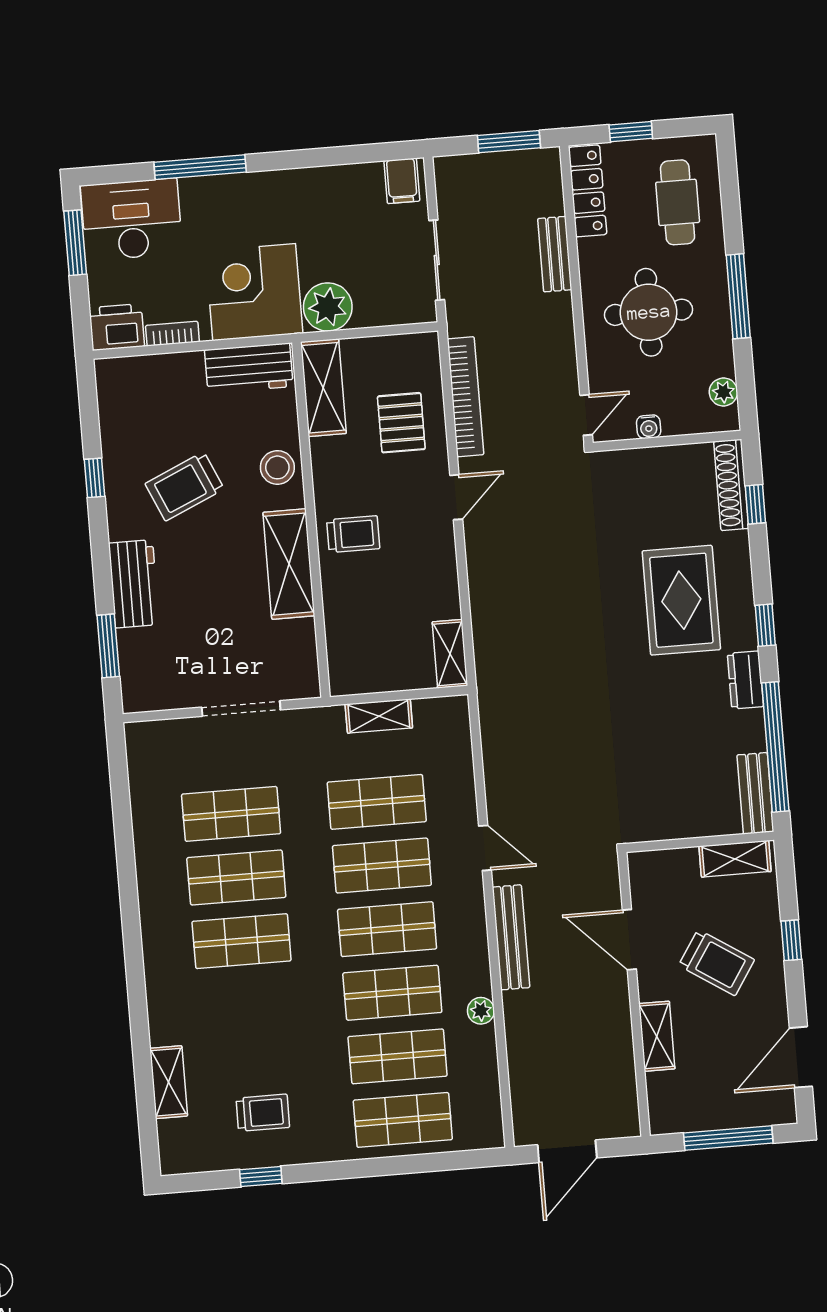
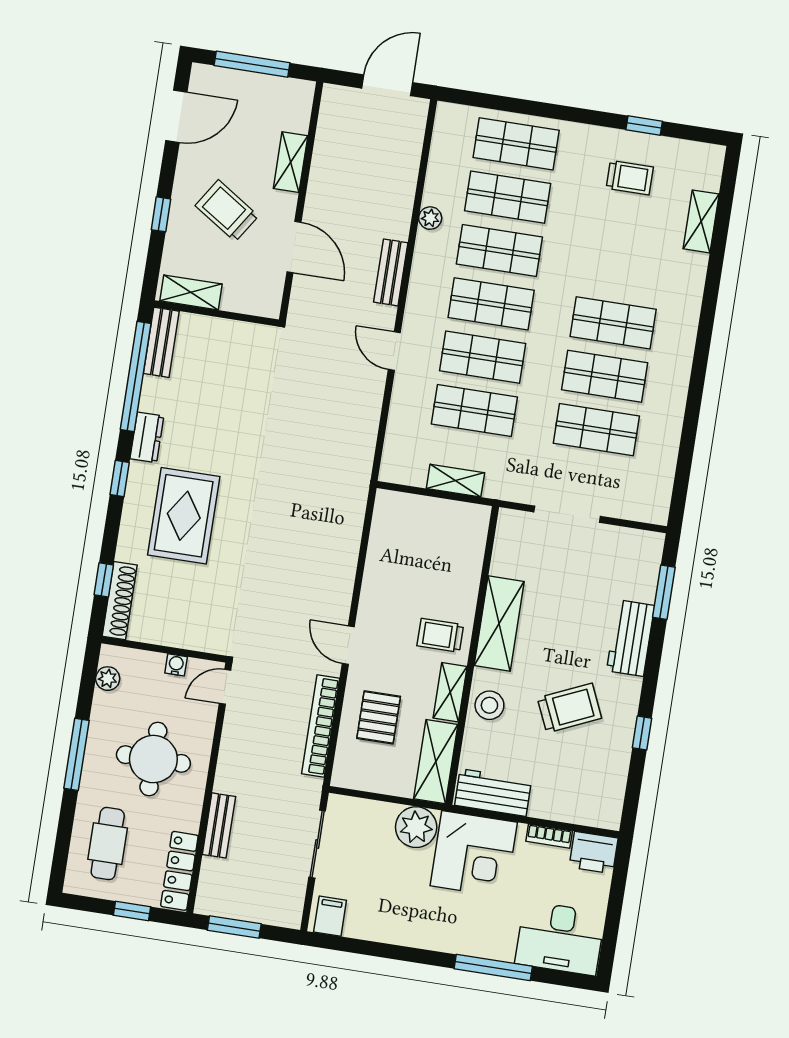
window: (75, 243) -> (611, 930), removed
door: (456, 497) -> (348, 645), hinge flipped
shelving: (450, 654) -> (450, 692), moved
bench: (511, 937) -> (391, 272), width x0.73
trolley: (263, 1113) -> (630, 178), turned 180

